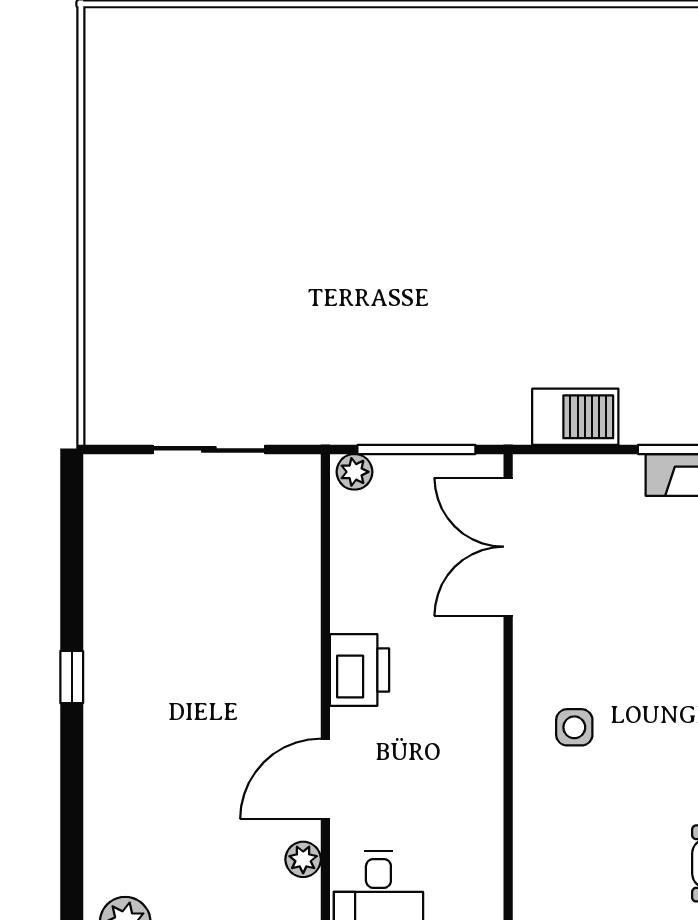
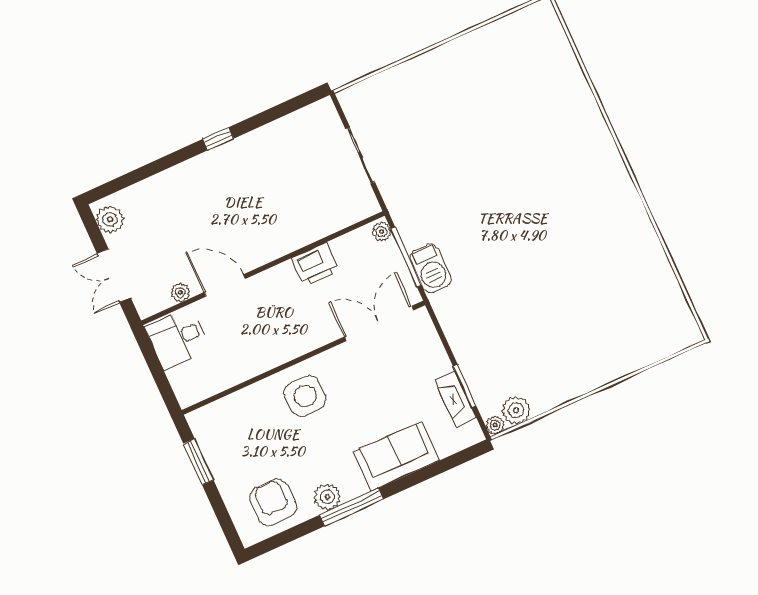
barbecue: (575, 417) -> (430, 268), moved
printer: (360, 670) -> (315, 265), moved
side table: (574, 727) -> (305, 396), width x1.87, depth x1.87

